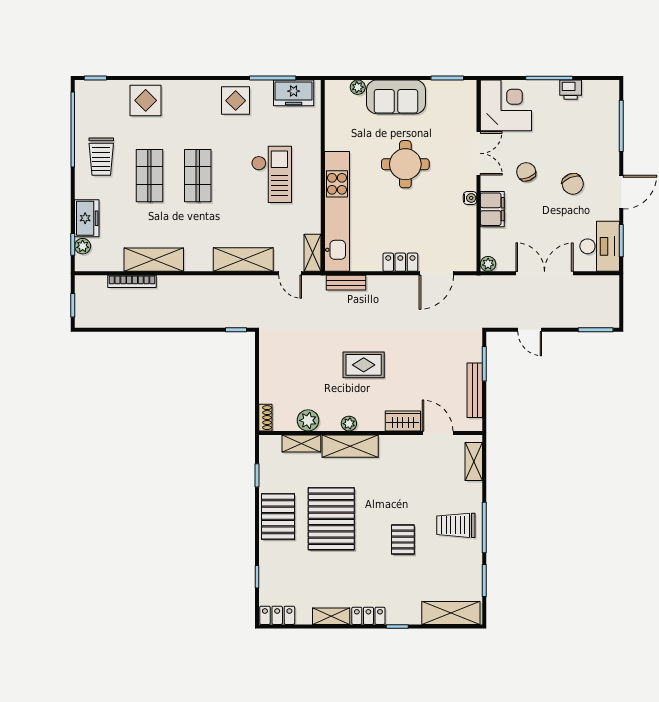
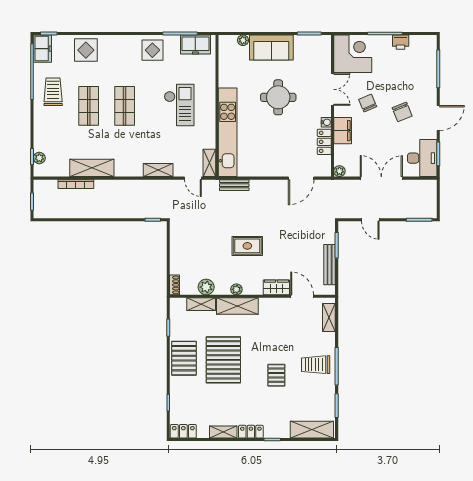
trolley: (101, 157) -> (53, 92), turned 180
freezer: (87, 218) -> (42, 49), moved
shelving: (243, 260) -> (158, 170), width x0.67, depth x0.75
locker: (400, 262) -> (324, 142), moved, turned -90

